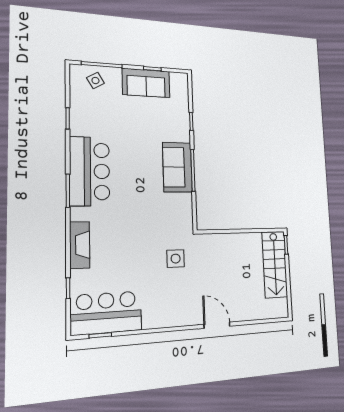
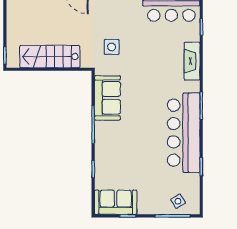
sofa: (146, 83) -> (116, 202), moved
sofa: (177, 167) -> (107, 98), moved
bar counter: (90, 171) -> (184, 133), width x1.36
stairs: (275, 264) -> (50, 57), moved, turned -90

